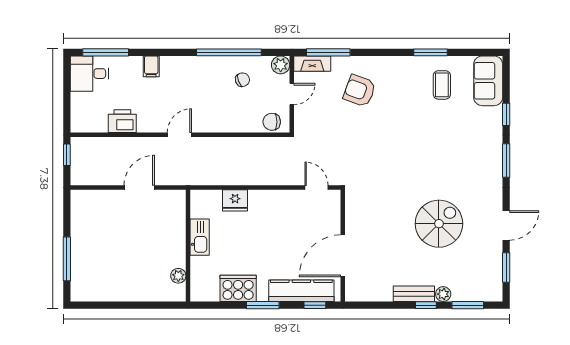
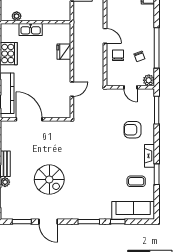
fireplace: (312, 64) -> (150, 156), moved
sofa: (488, 81) -> (133, 210), width x1.36
armchair: (360, 91) -> (133, 130), turned -110
chair: (272, 122) -> (118, 55), moved
door: (179, 135) -> (105, 36), moved
door: (316, 187) -> (72, 89), moved
kitchen sink: (200, 237) -> (31, 30), moved

